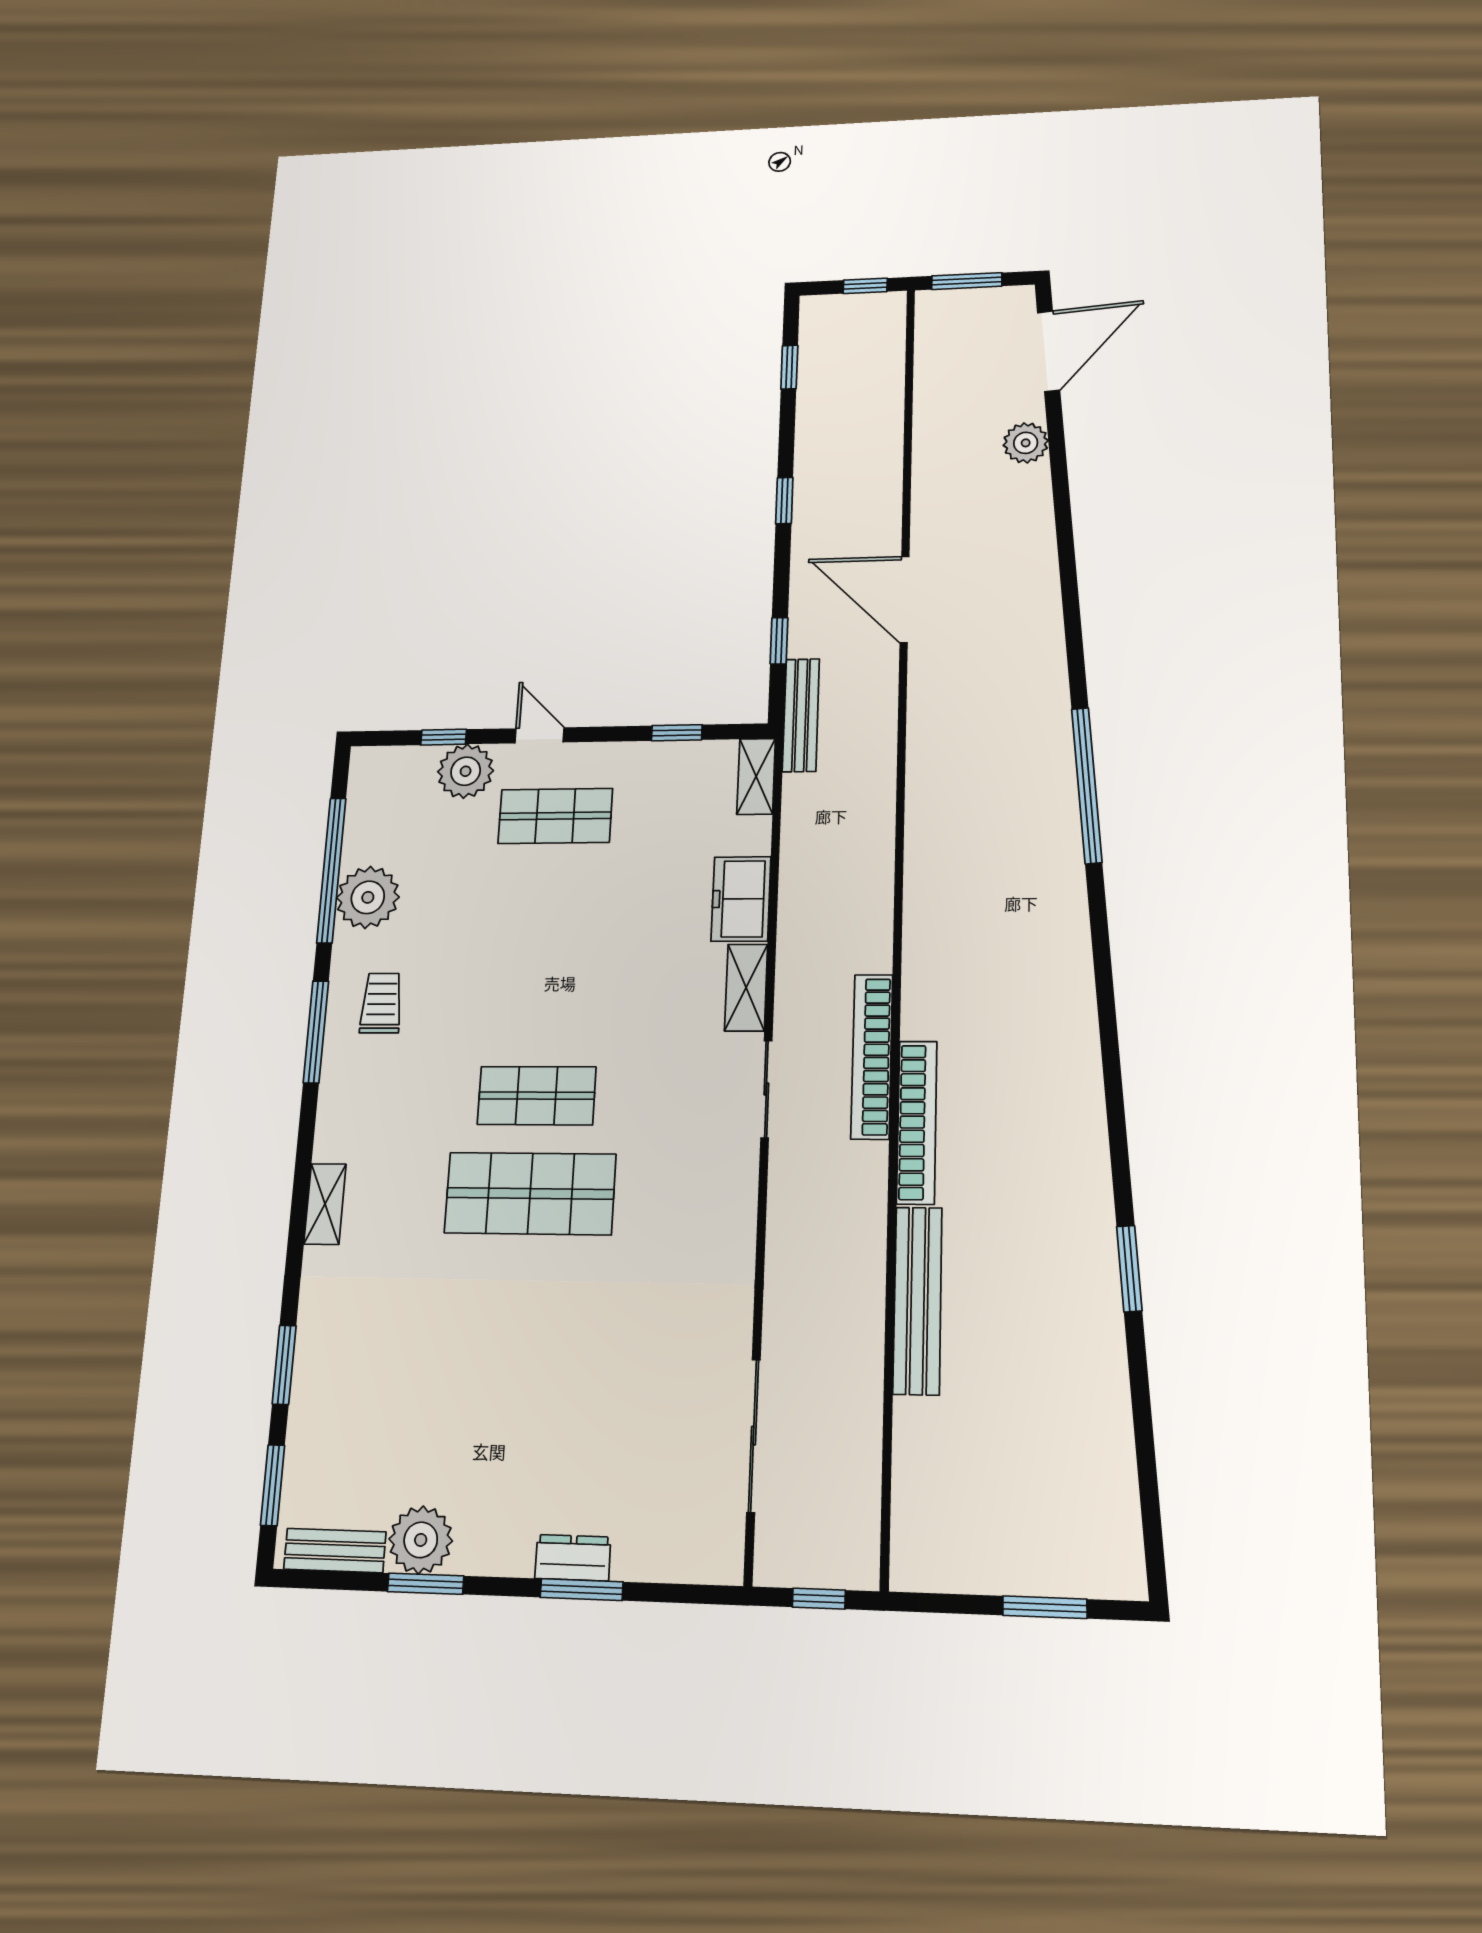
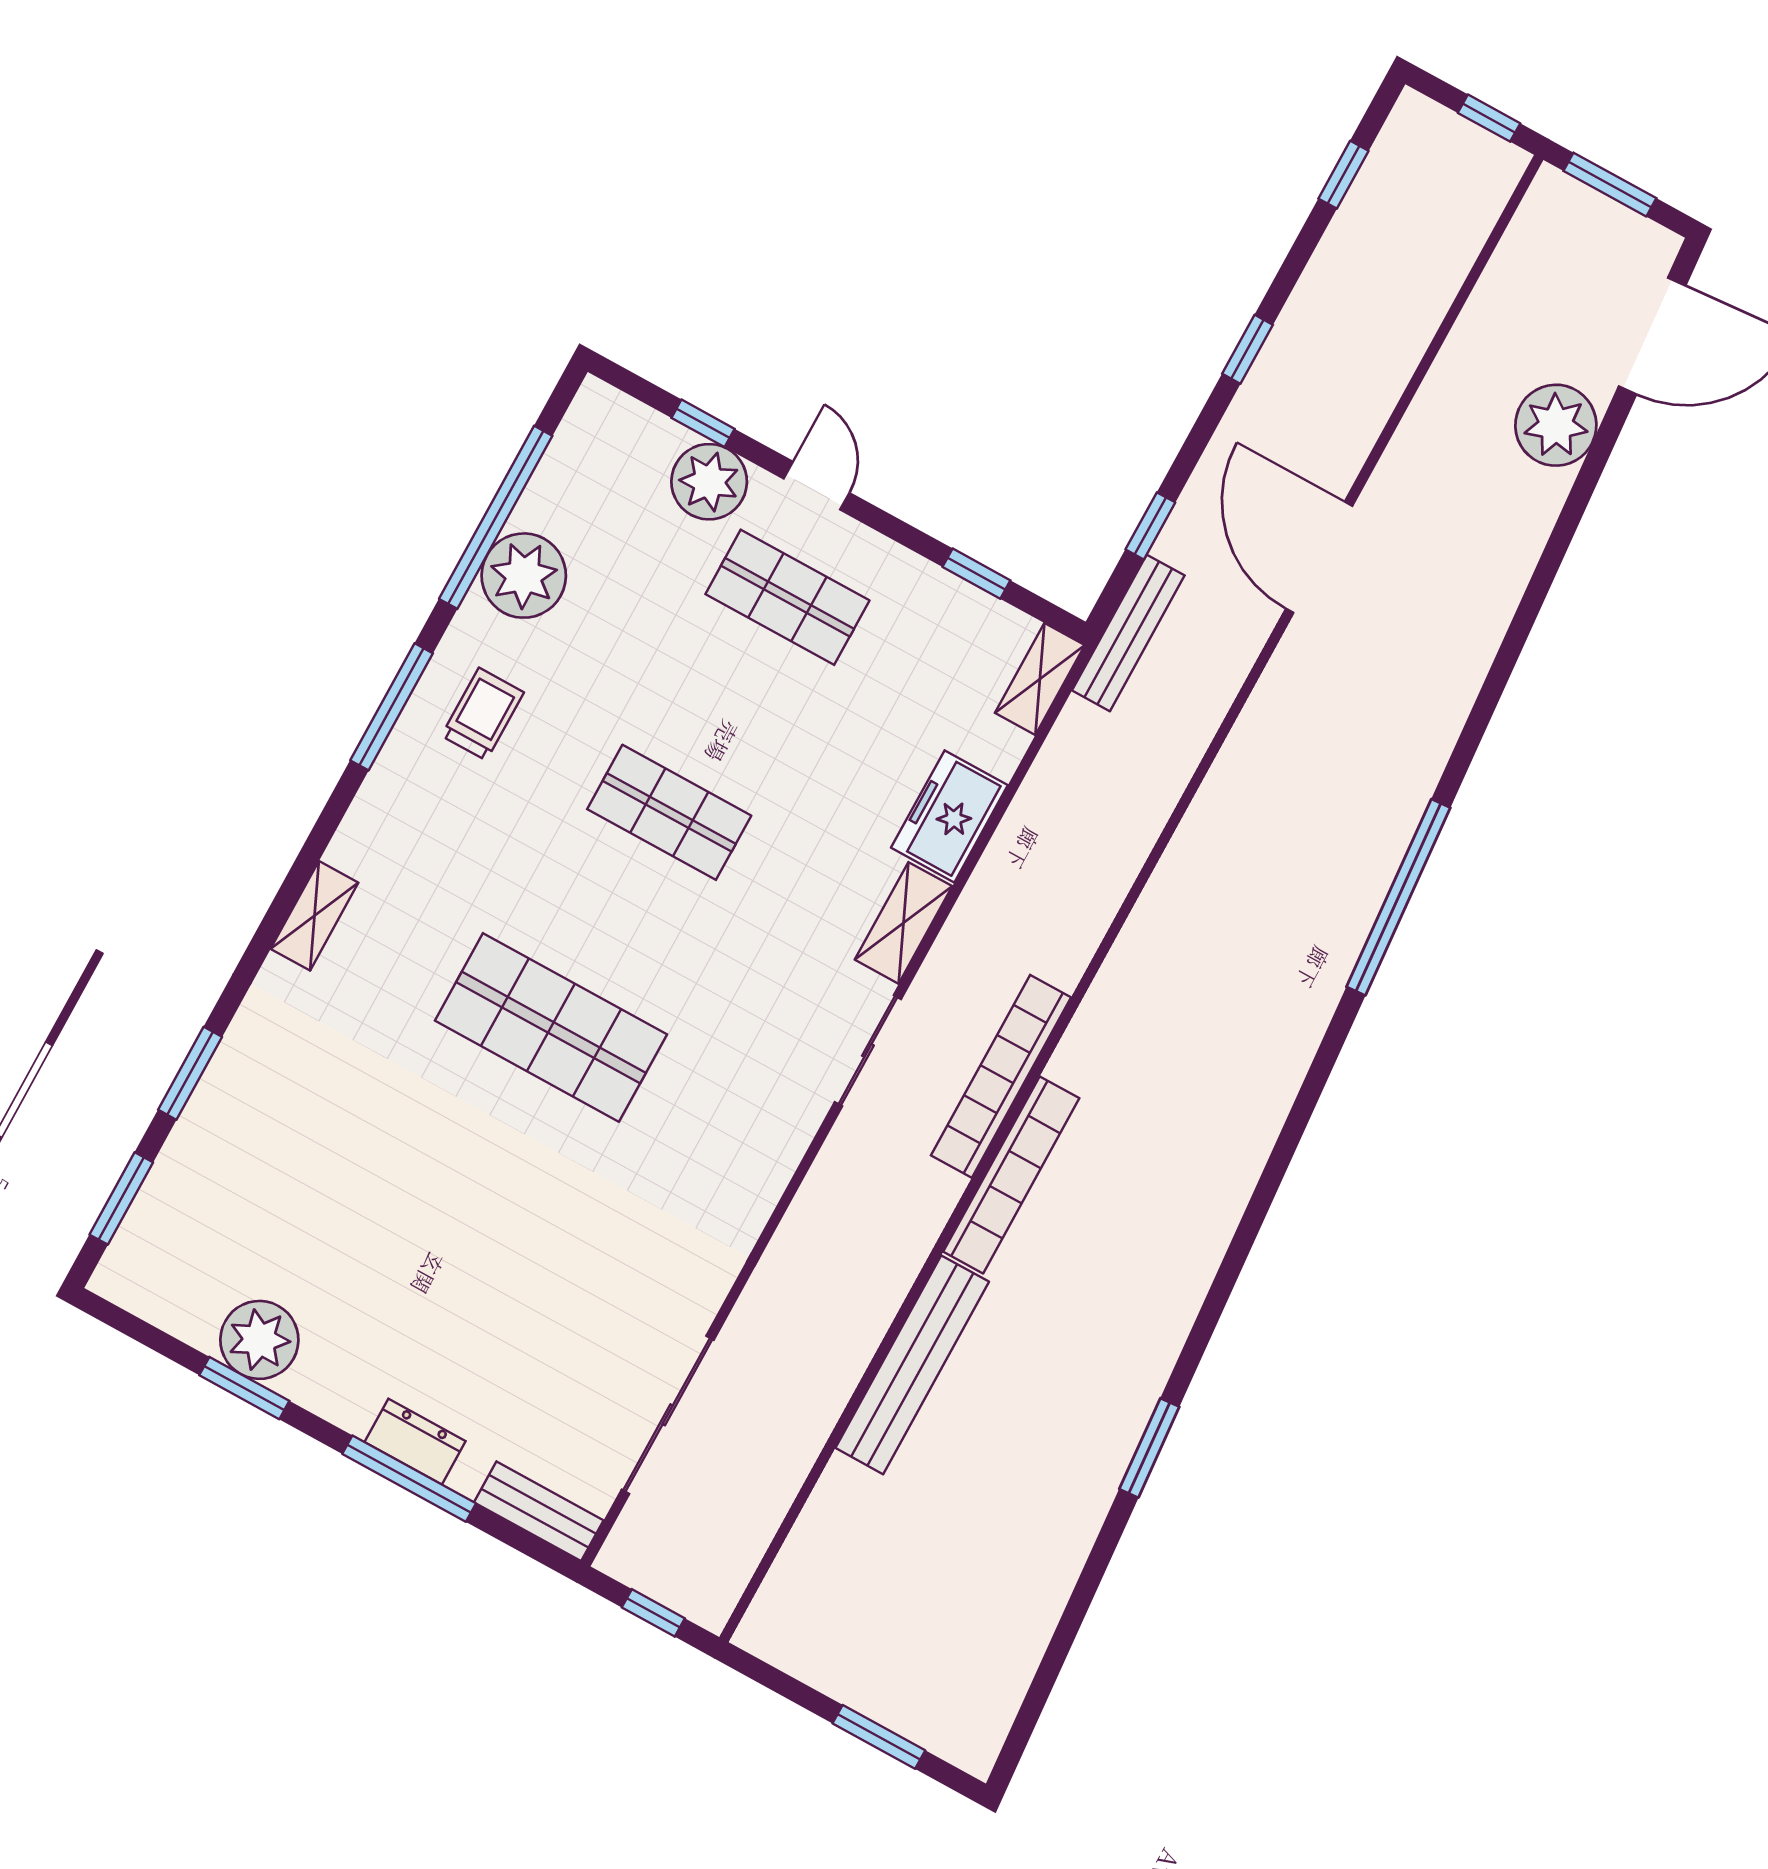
plant: (1026, 443) -> (1556, 425), width x1.36, depth x1.36
shop shelf: (537, 1096) -> (669, 812), moved
bench: (335, 1551) -> (539, 1511), moved
window: (582, 1590) -> (409, 1479), width x1.44

